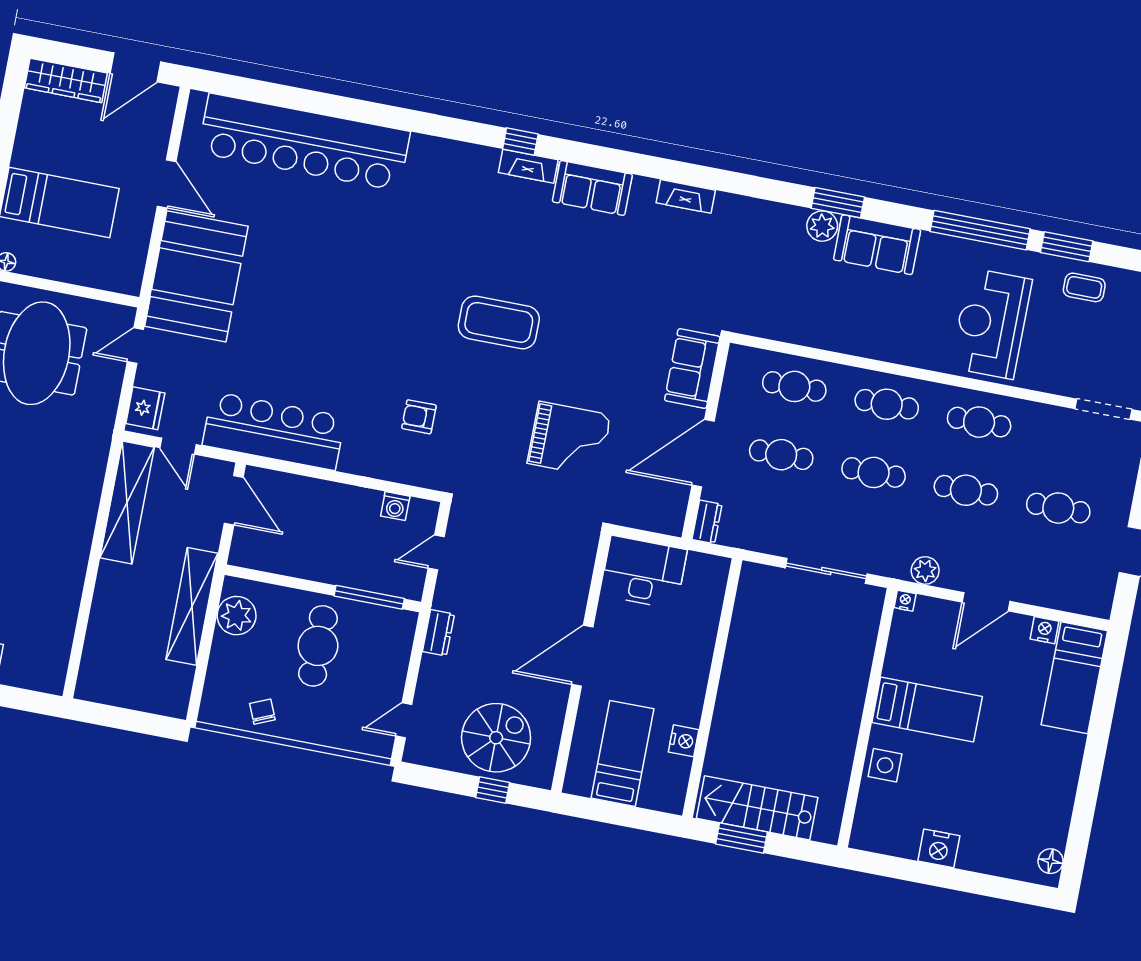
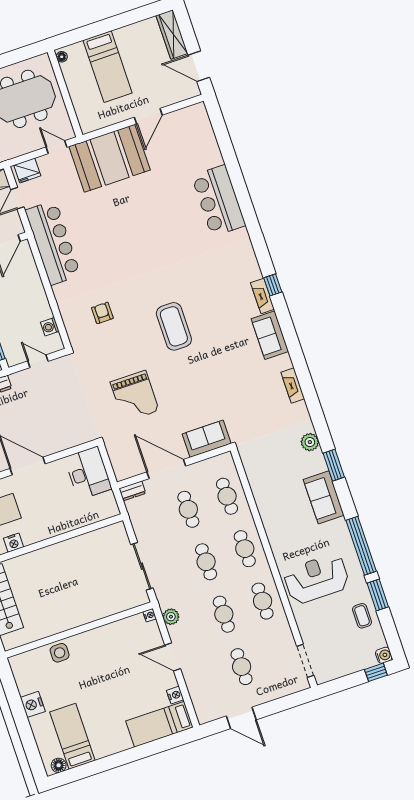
bar counter: (304, 142) -> (219, 201), width x0.54
plant: (822, 226) -> (310, 442), moved
bed: (927, 710) -> (72, 736), moved, turned 180

